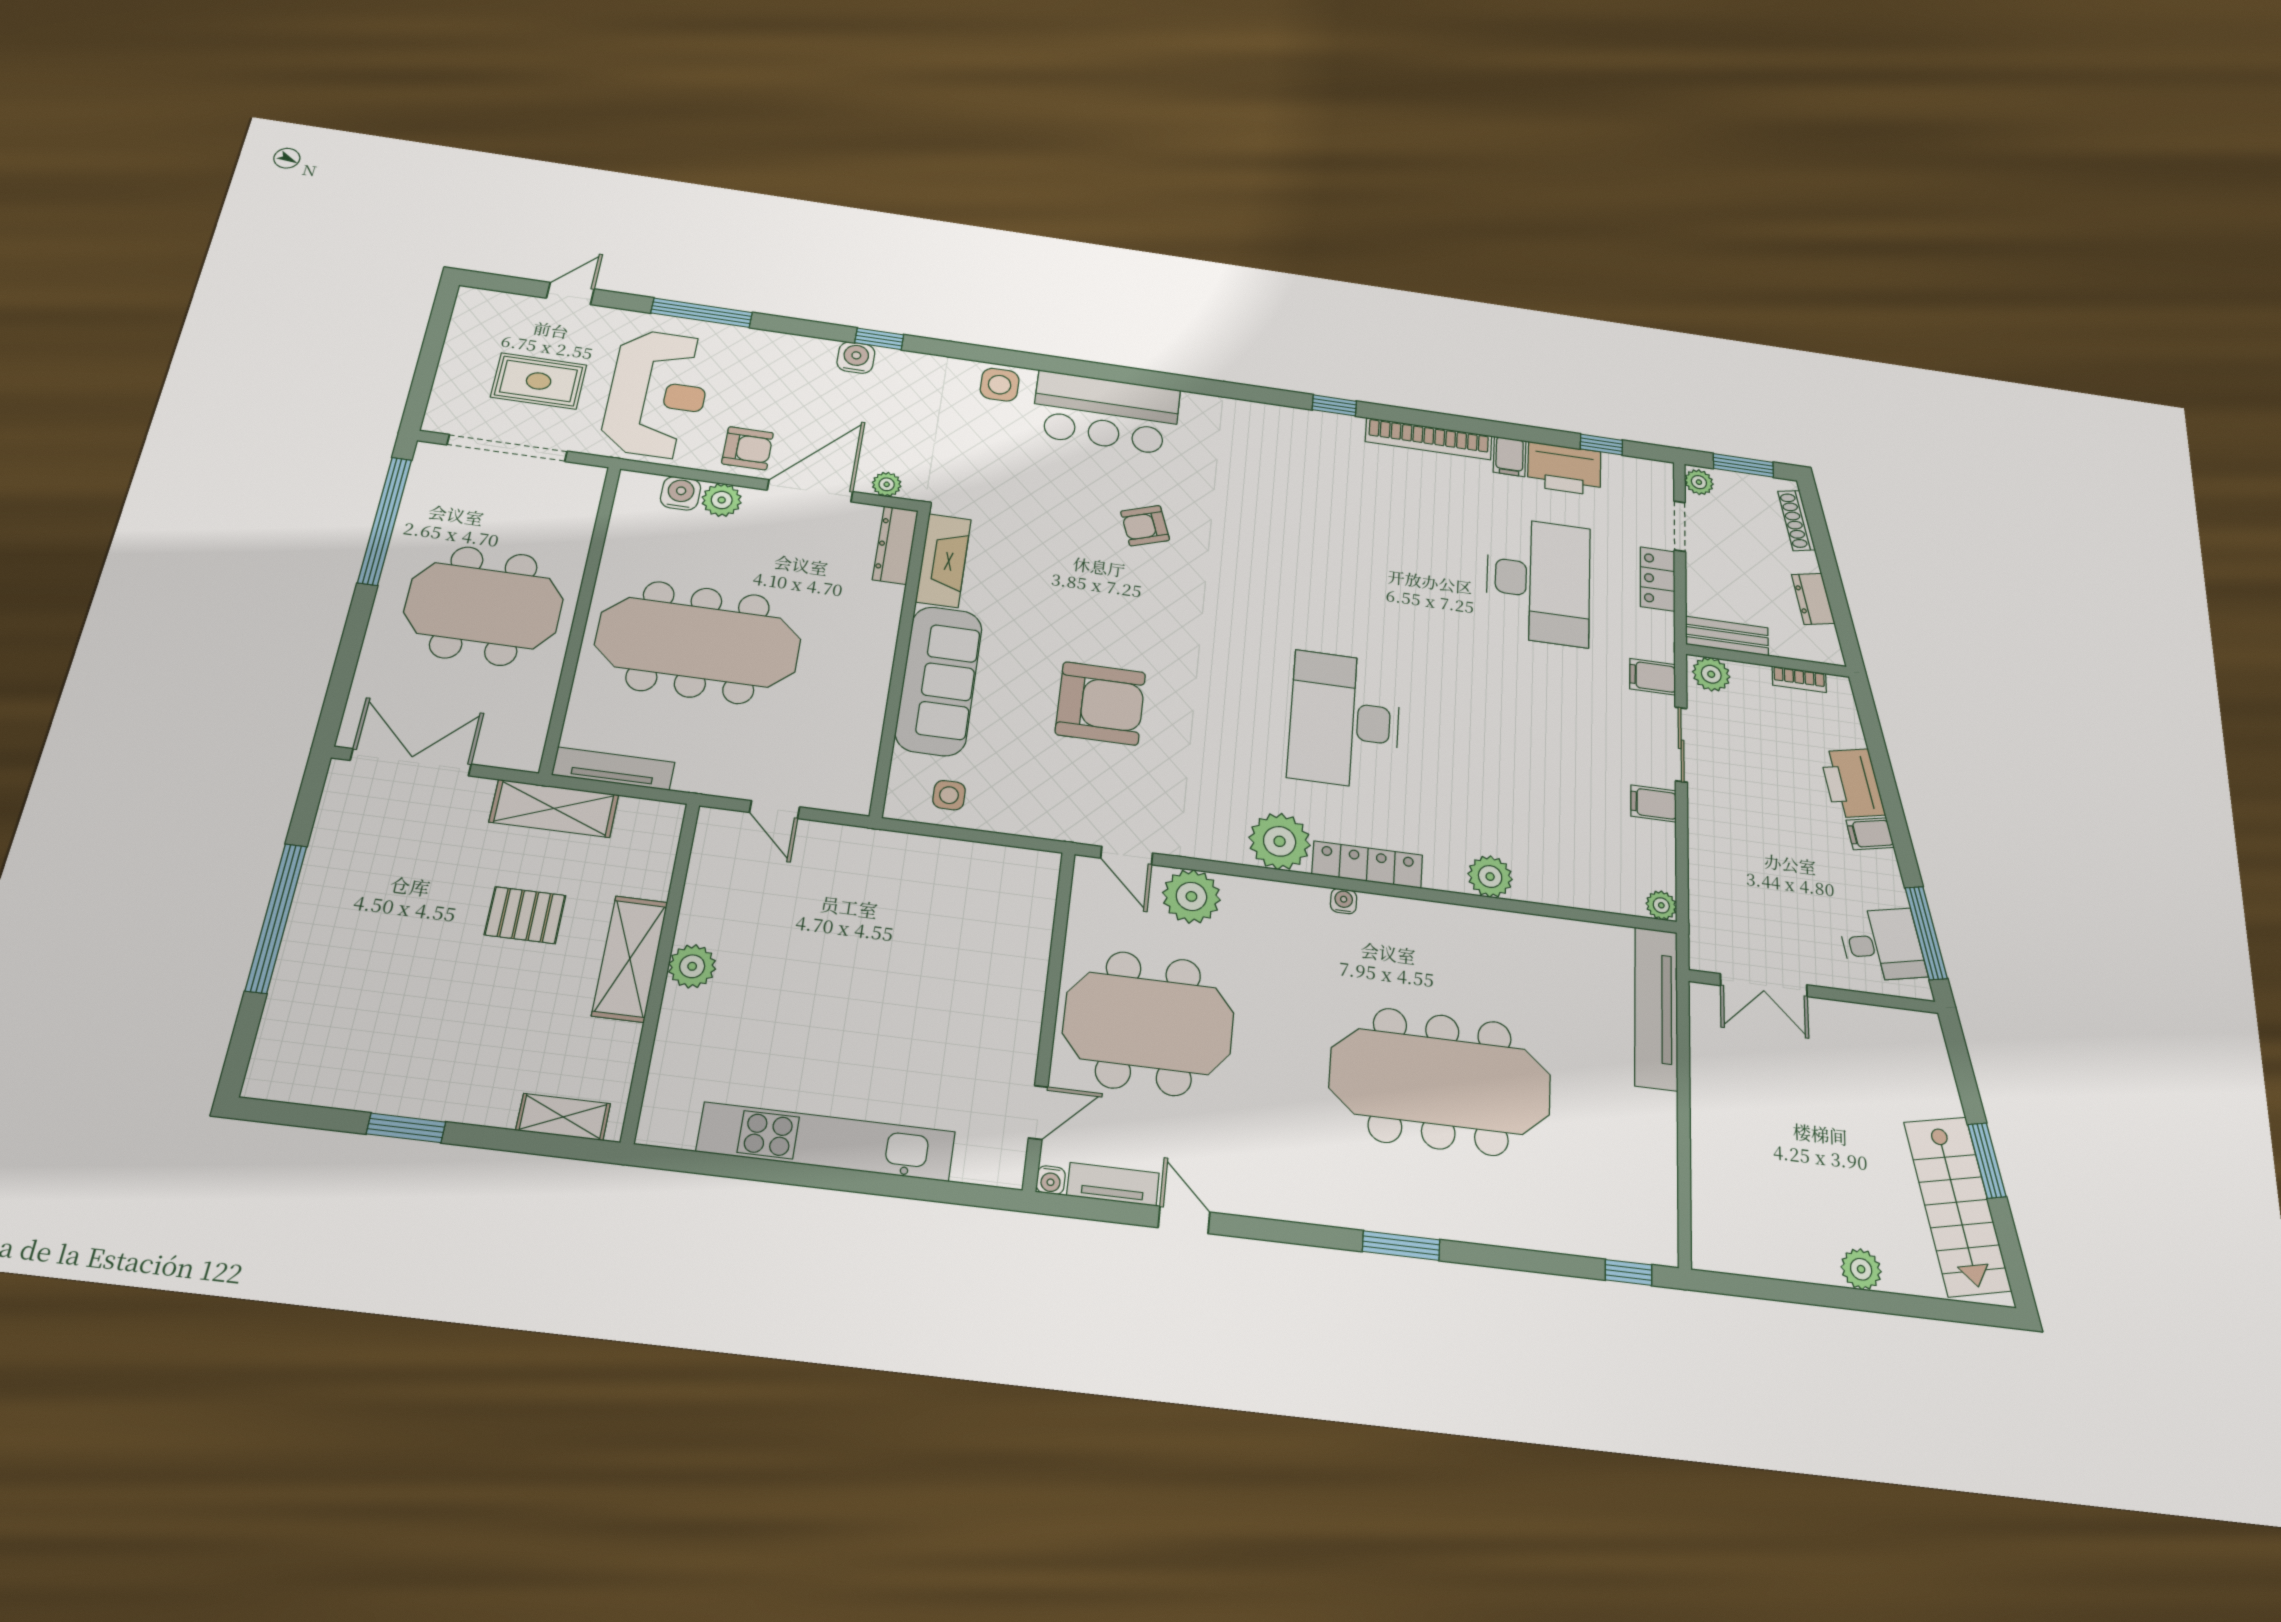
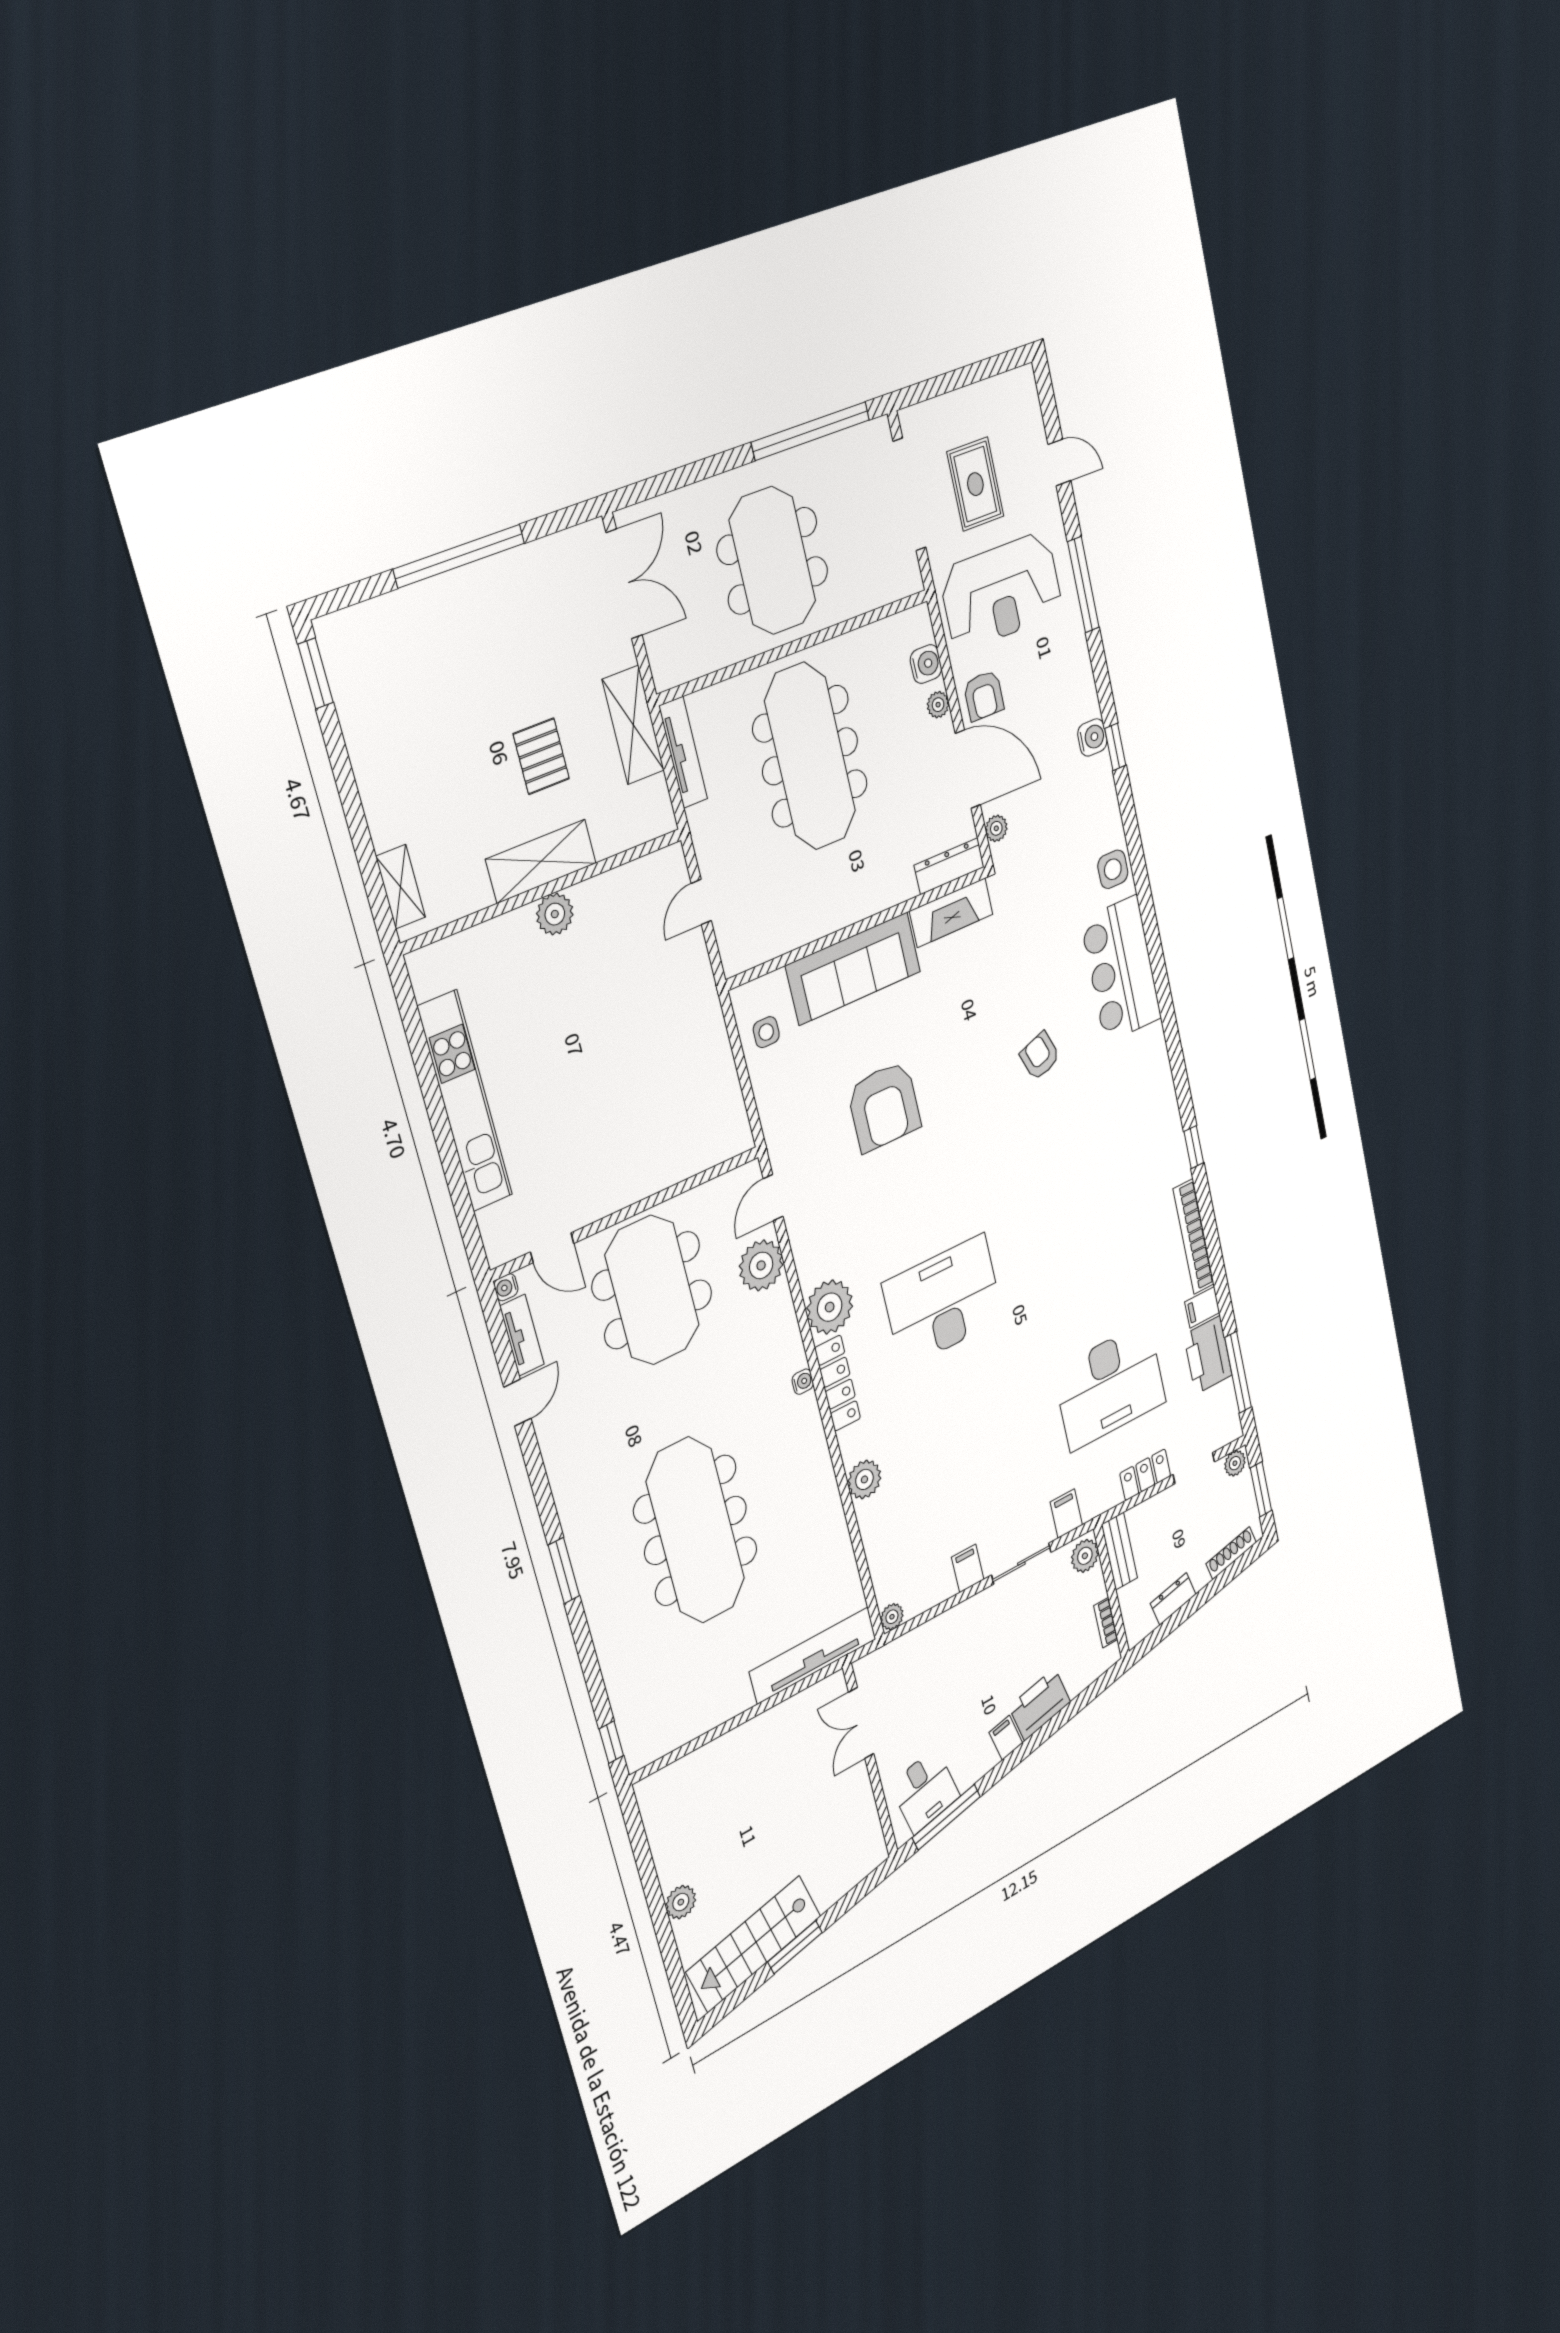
window: (1601, 445) -> (1238, 1372), width x2.17
plant: (722, 500) -> (938, 705), width x0.73, depth x0.73
window: (406, 1128) -> (316, 673), moved

